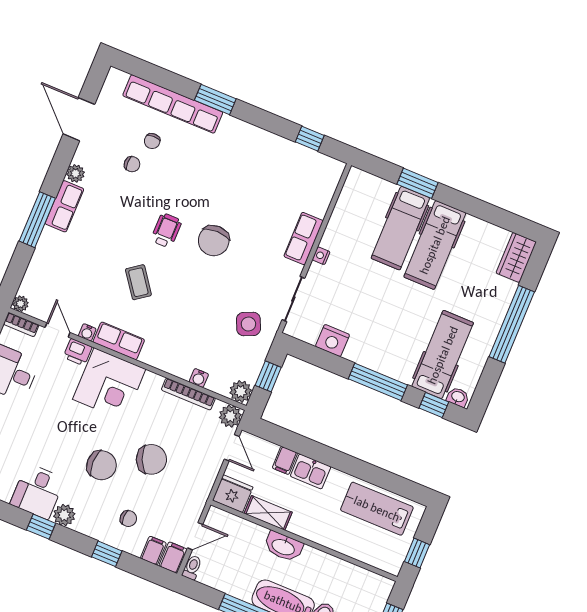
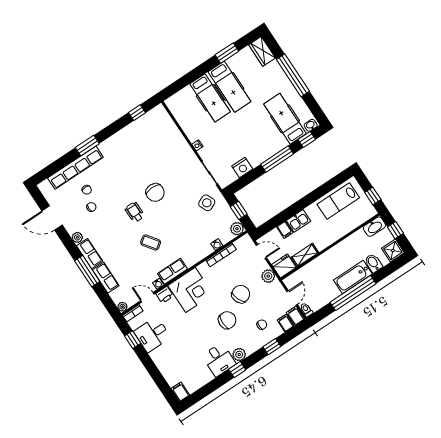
window: (418, 183) -> (227, 53), moved
row of seats: (304, 239) -> (106, 278), moved, turned 180
plant: (230, 416) -> (268, 276), moved
washbasin: (283, 547) -> (374, 227), moved

